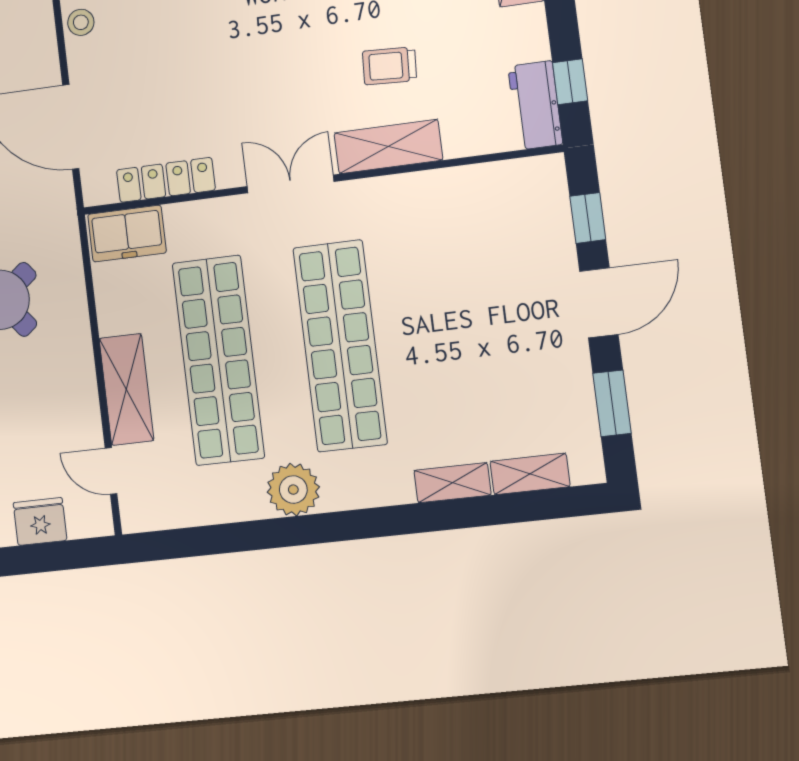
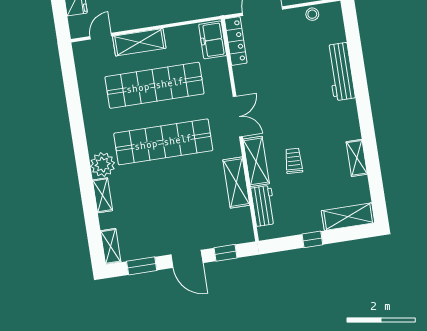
window: (570, 82) -> (312, 239), moved
workbench: (535, 105) -> (264, 206), moved, turned 90
locker: (166, 180) -> (236, 41), moved
shelving: (433, 190) -> (236, 183), added
shelving: (530, 474) -> (111, 246), moved
plant: (293, 490) -> (103, 165), moved

